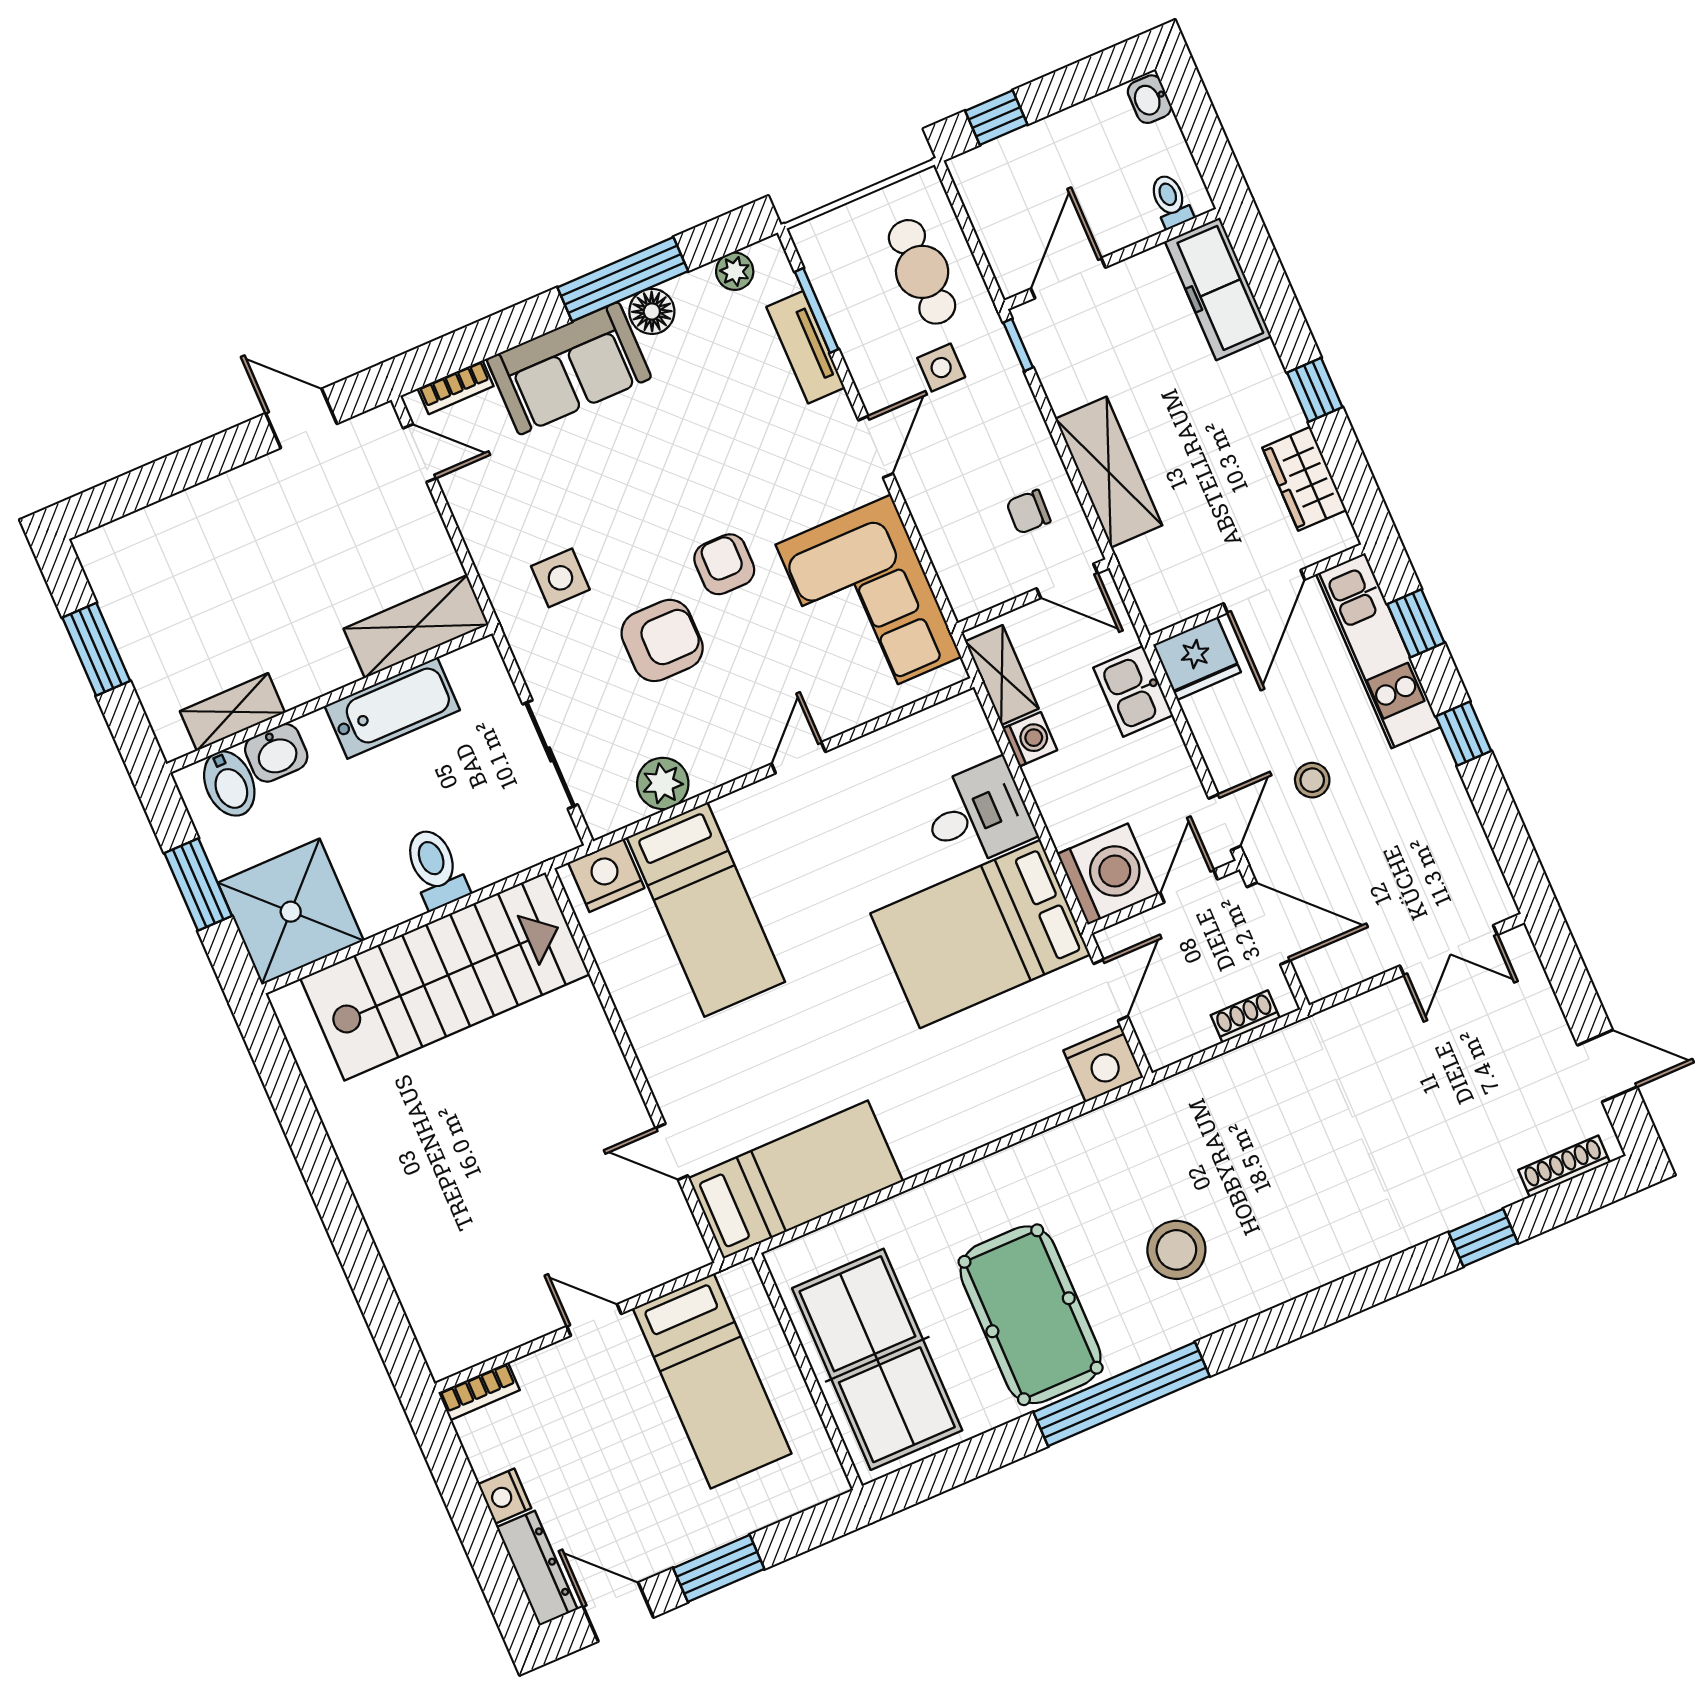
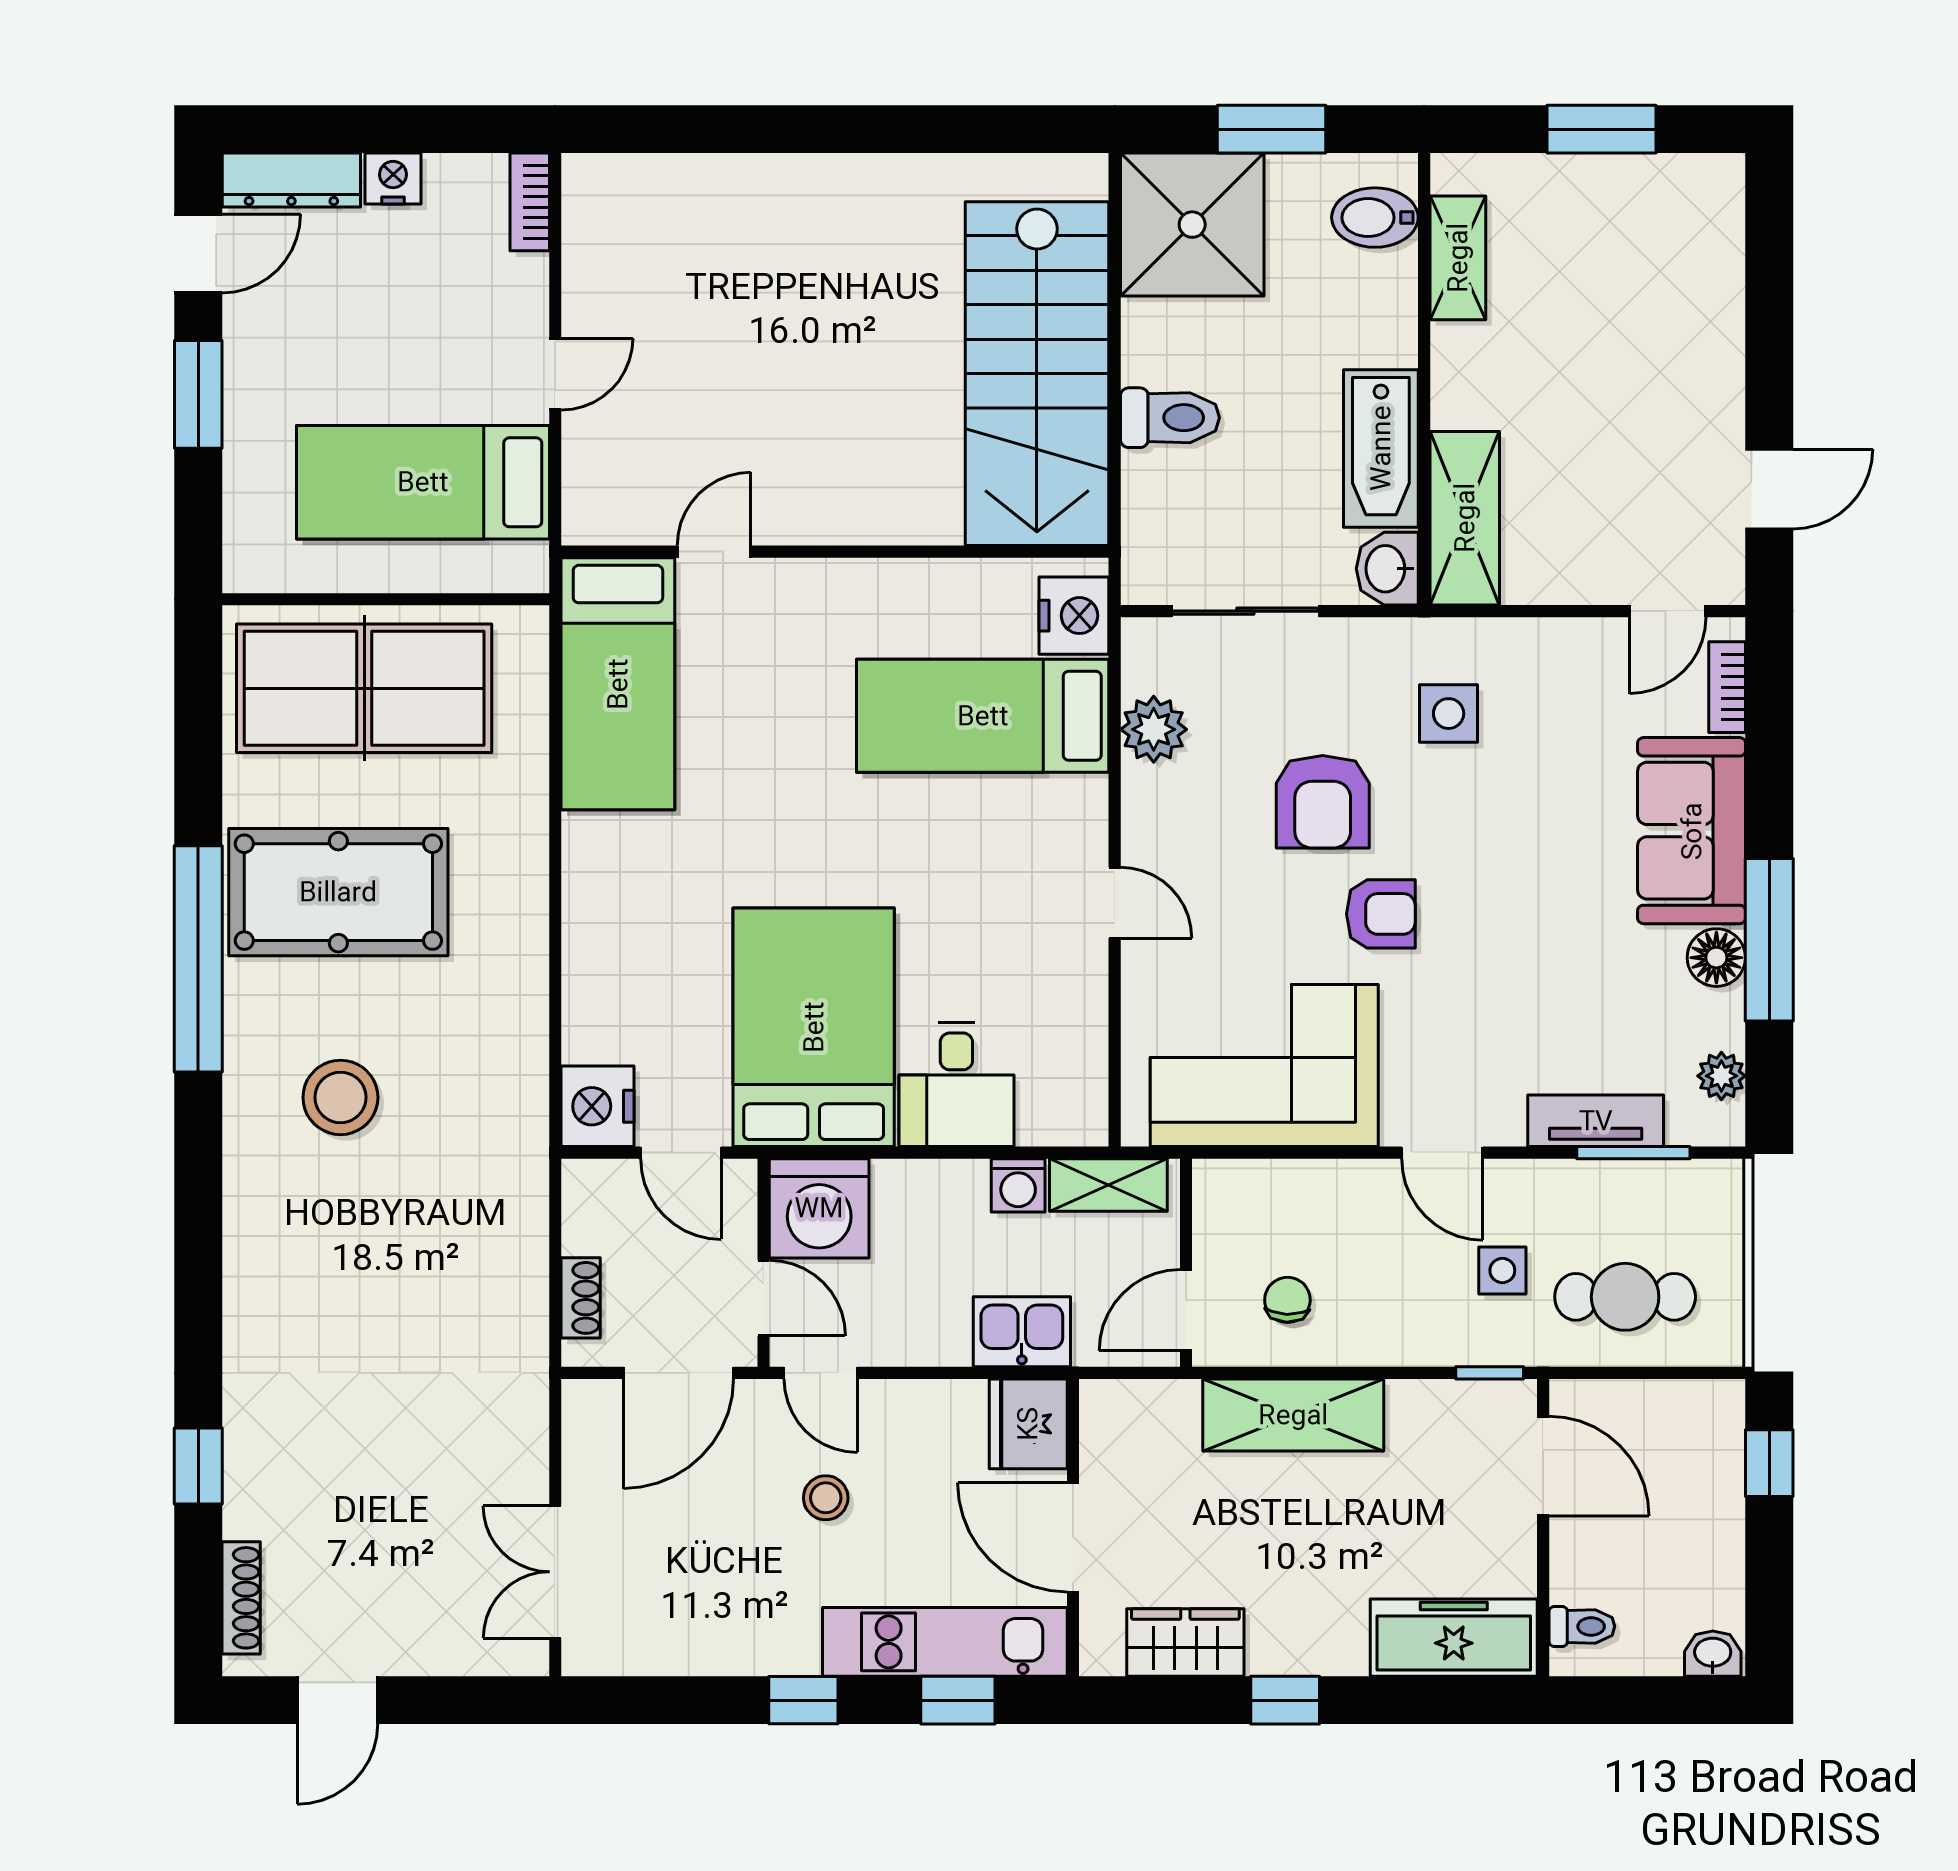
washbasin: (276, 753) -> (1387, 569), moved

